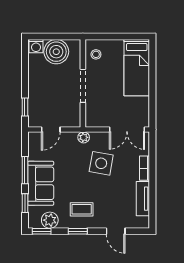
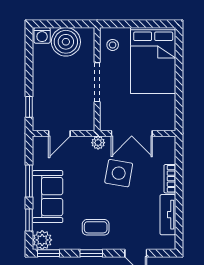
bed: (137, 68) -> (153, 61), width x1.50
double door: (127, 129) -> (132, 133), moved
plant: (50, 220) -> (42, 240), moved

